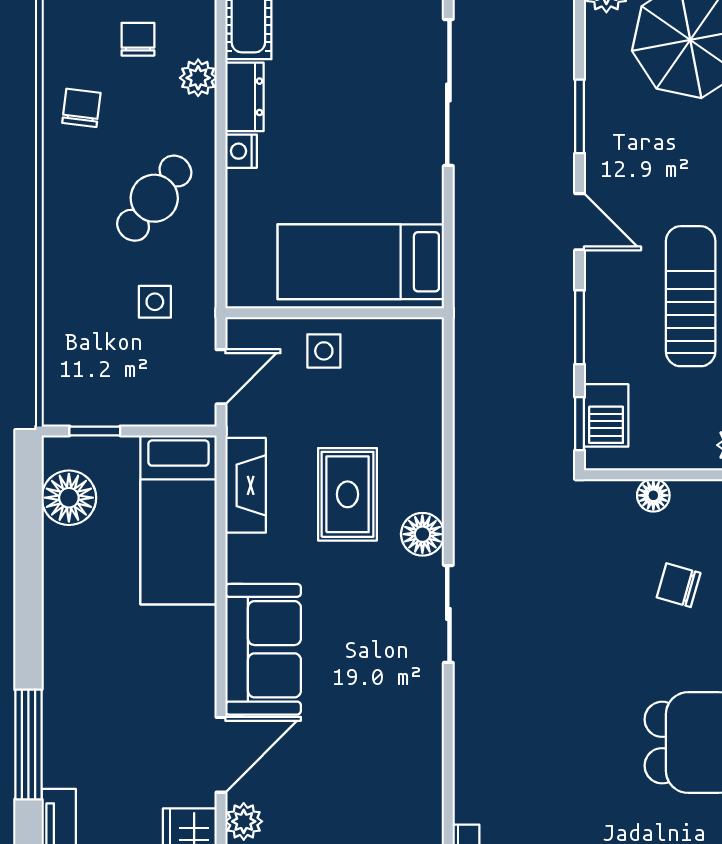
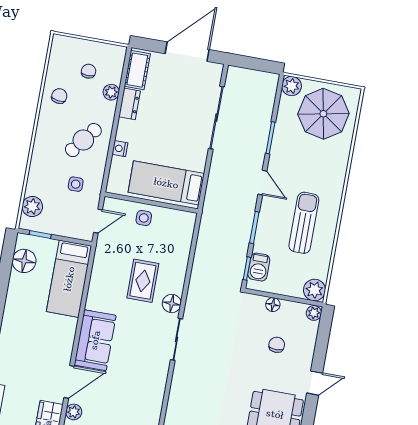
nightstand: (241, 151) -> (120, 149), moved
plant: (65, 370) -> (32, 206), added
fireplace: (246, 485) -> (100, 269), removed
chair: (679, 585) -> (277, 345), turned 74

